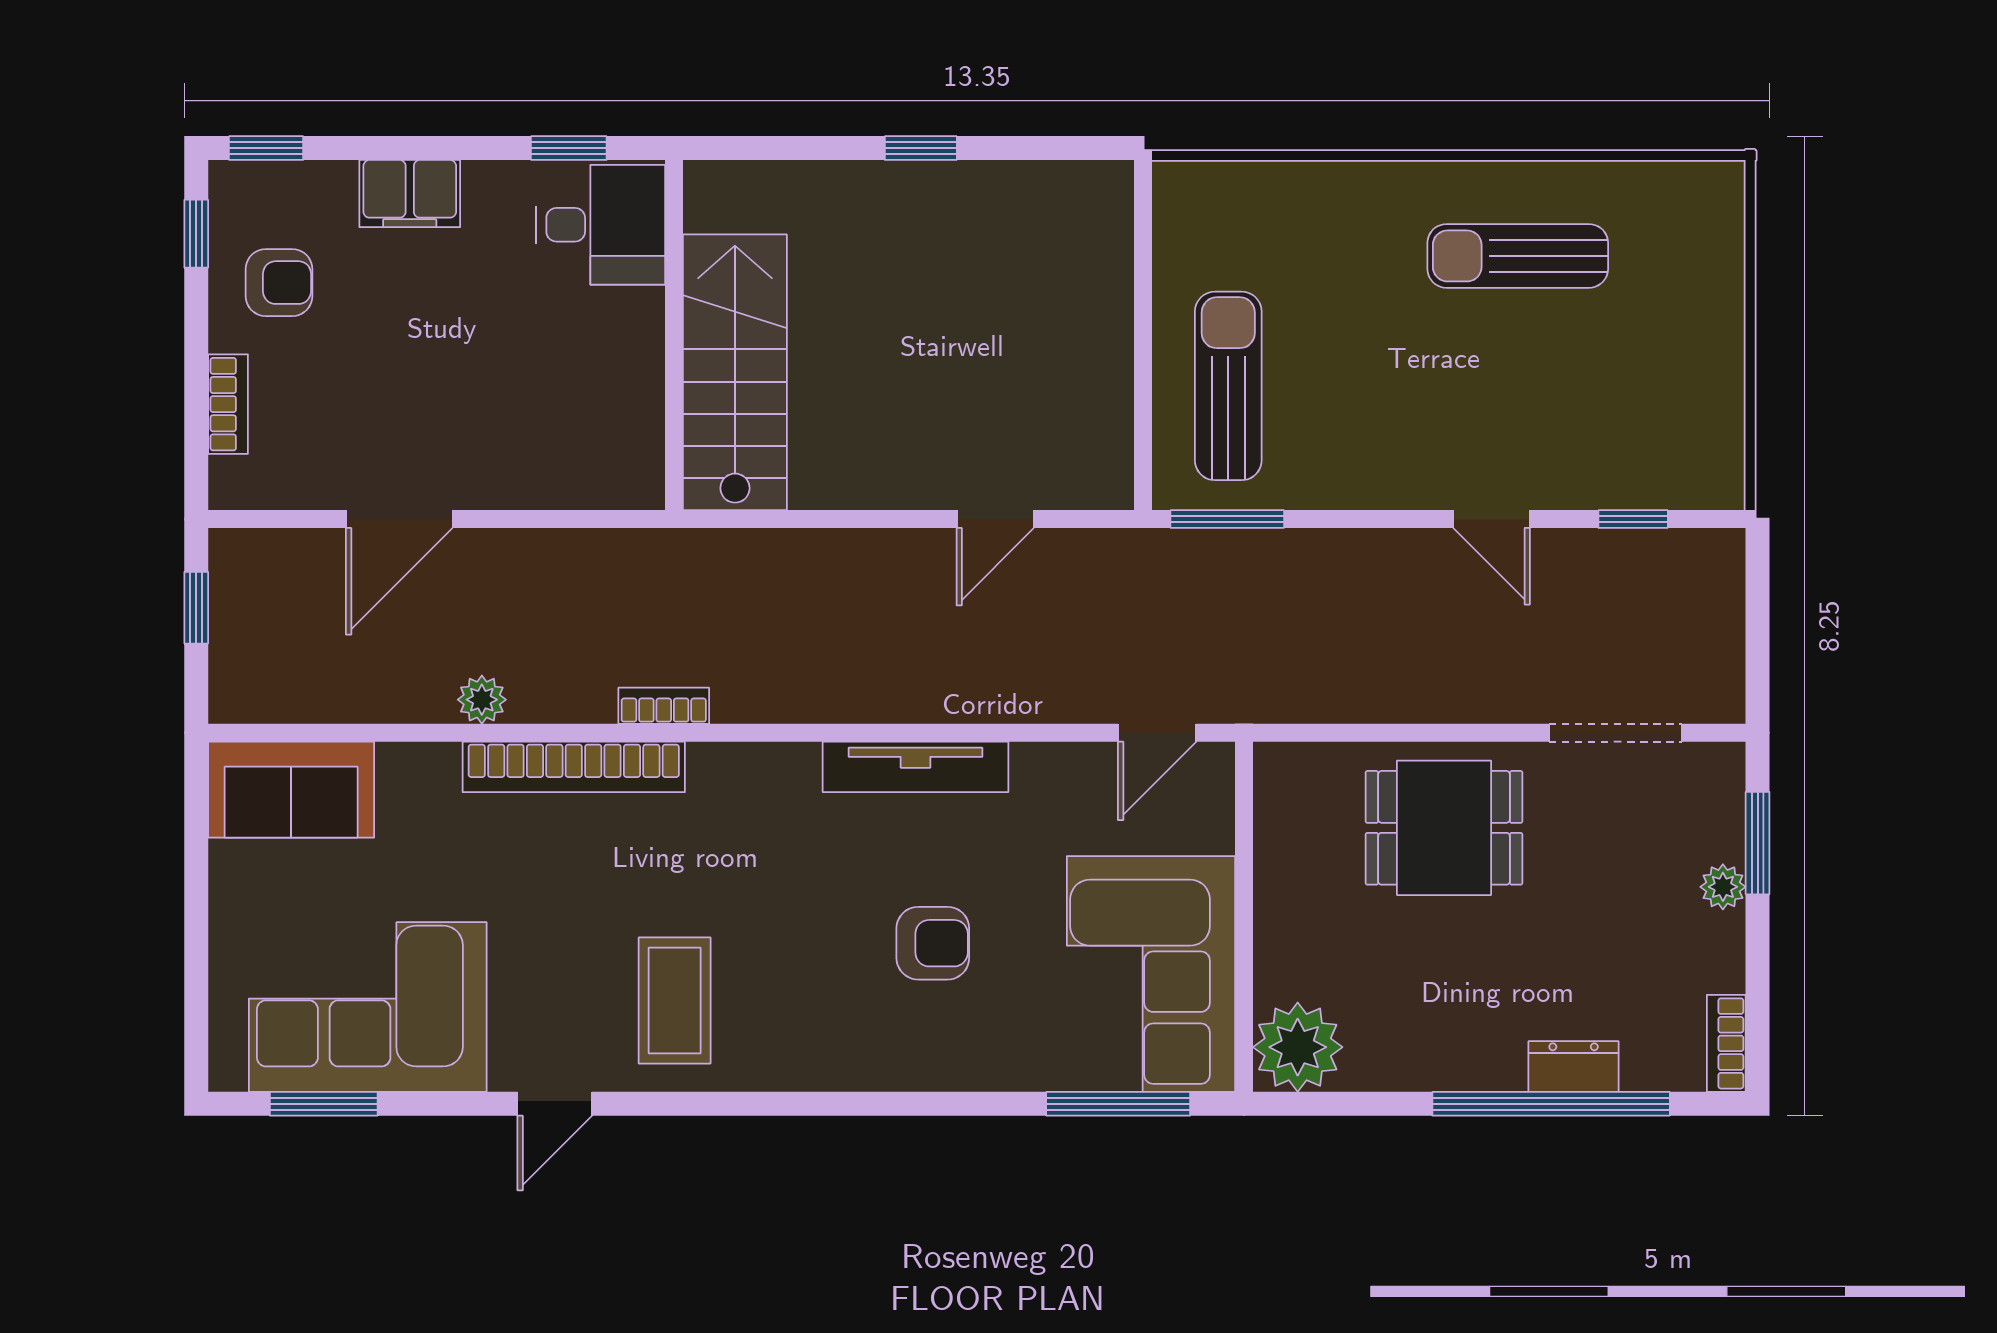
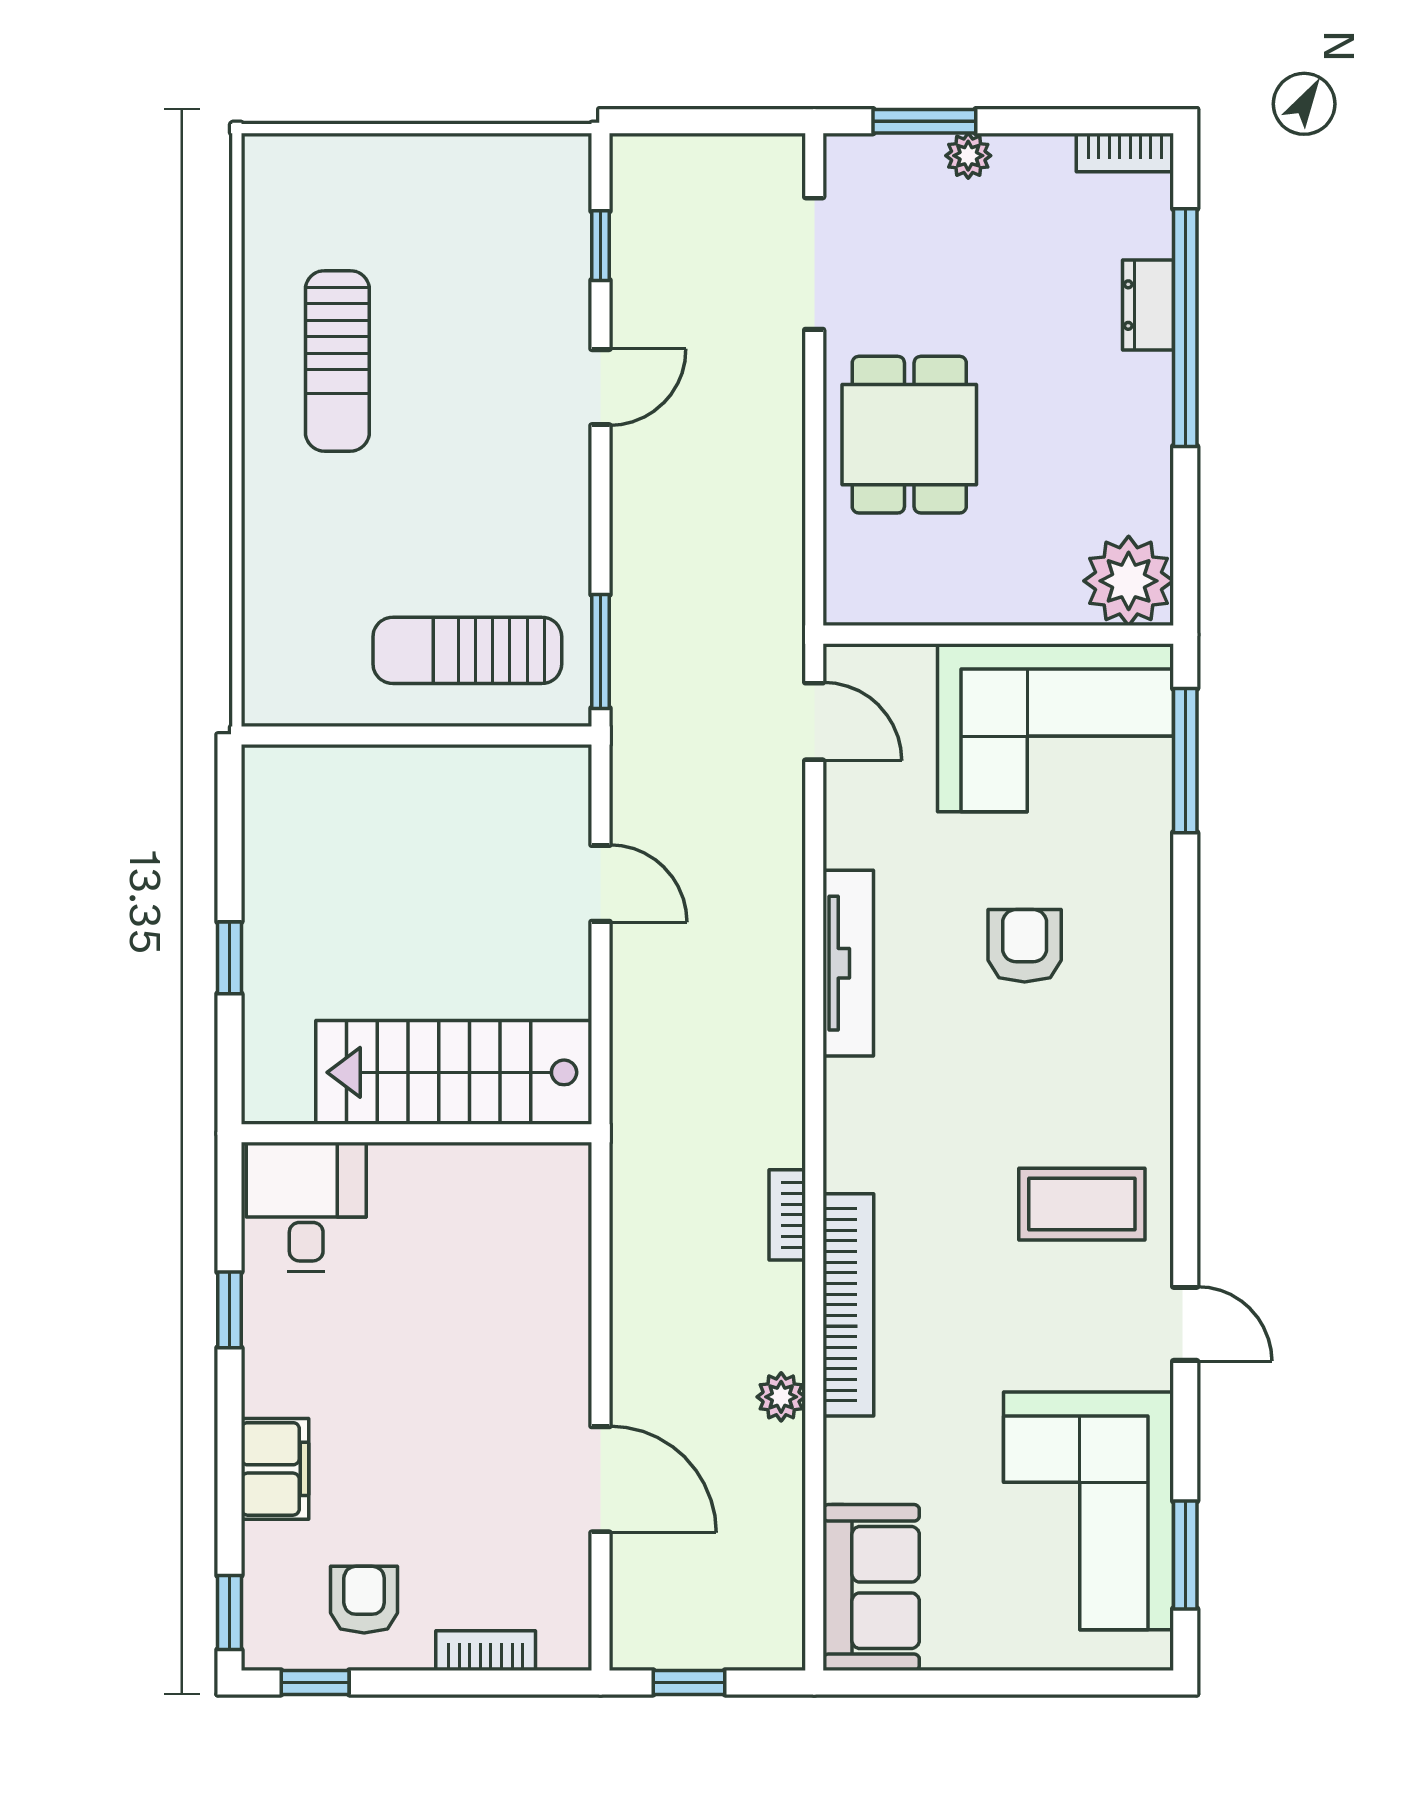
desk: (601, 225) -> (306, 1207), moved
wall: (674, 335) -> (416, 1133), moved
stairs: (735, 372) -> (454, 1072), moved

